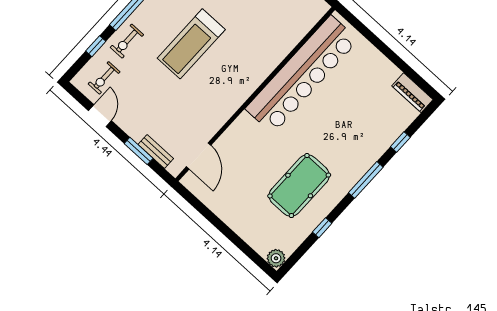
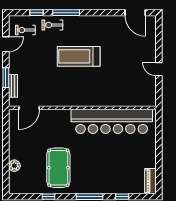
pool table: (299, 186) -> (58, 168), turned 90
plant: (276, 258) -> (14, 166), moved

